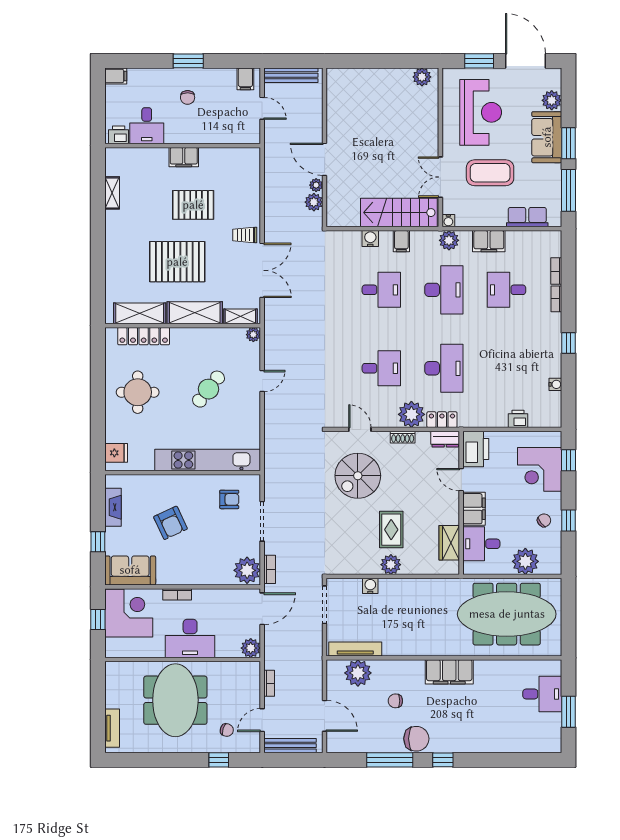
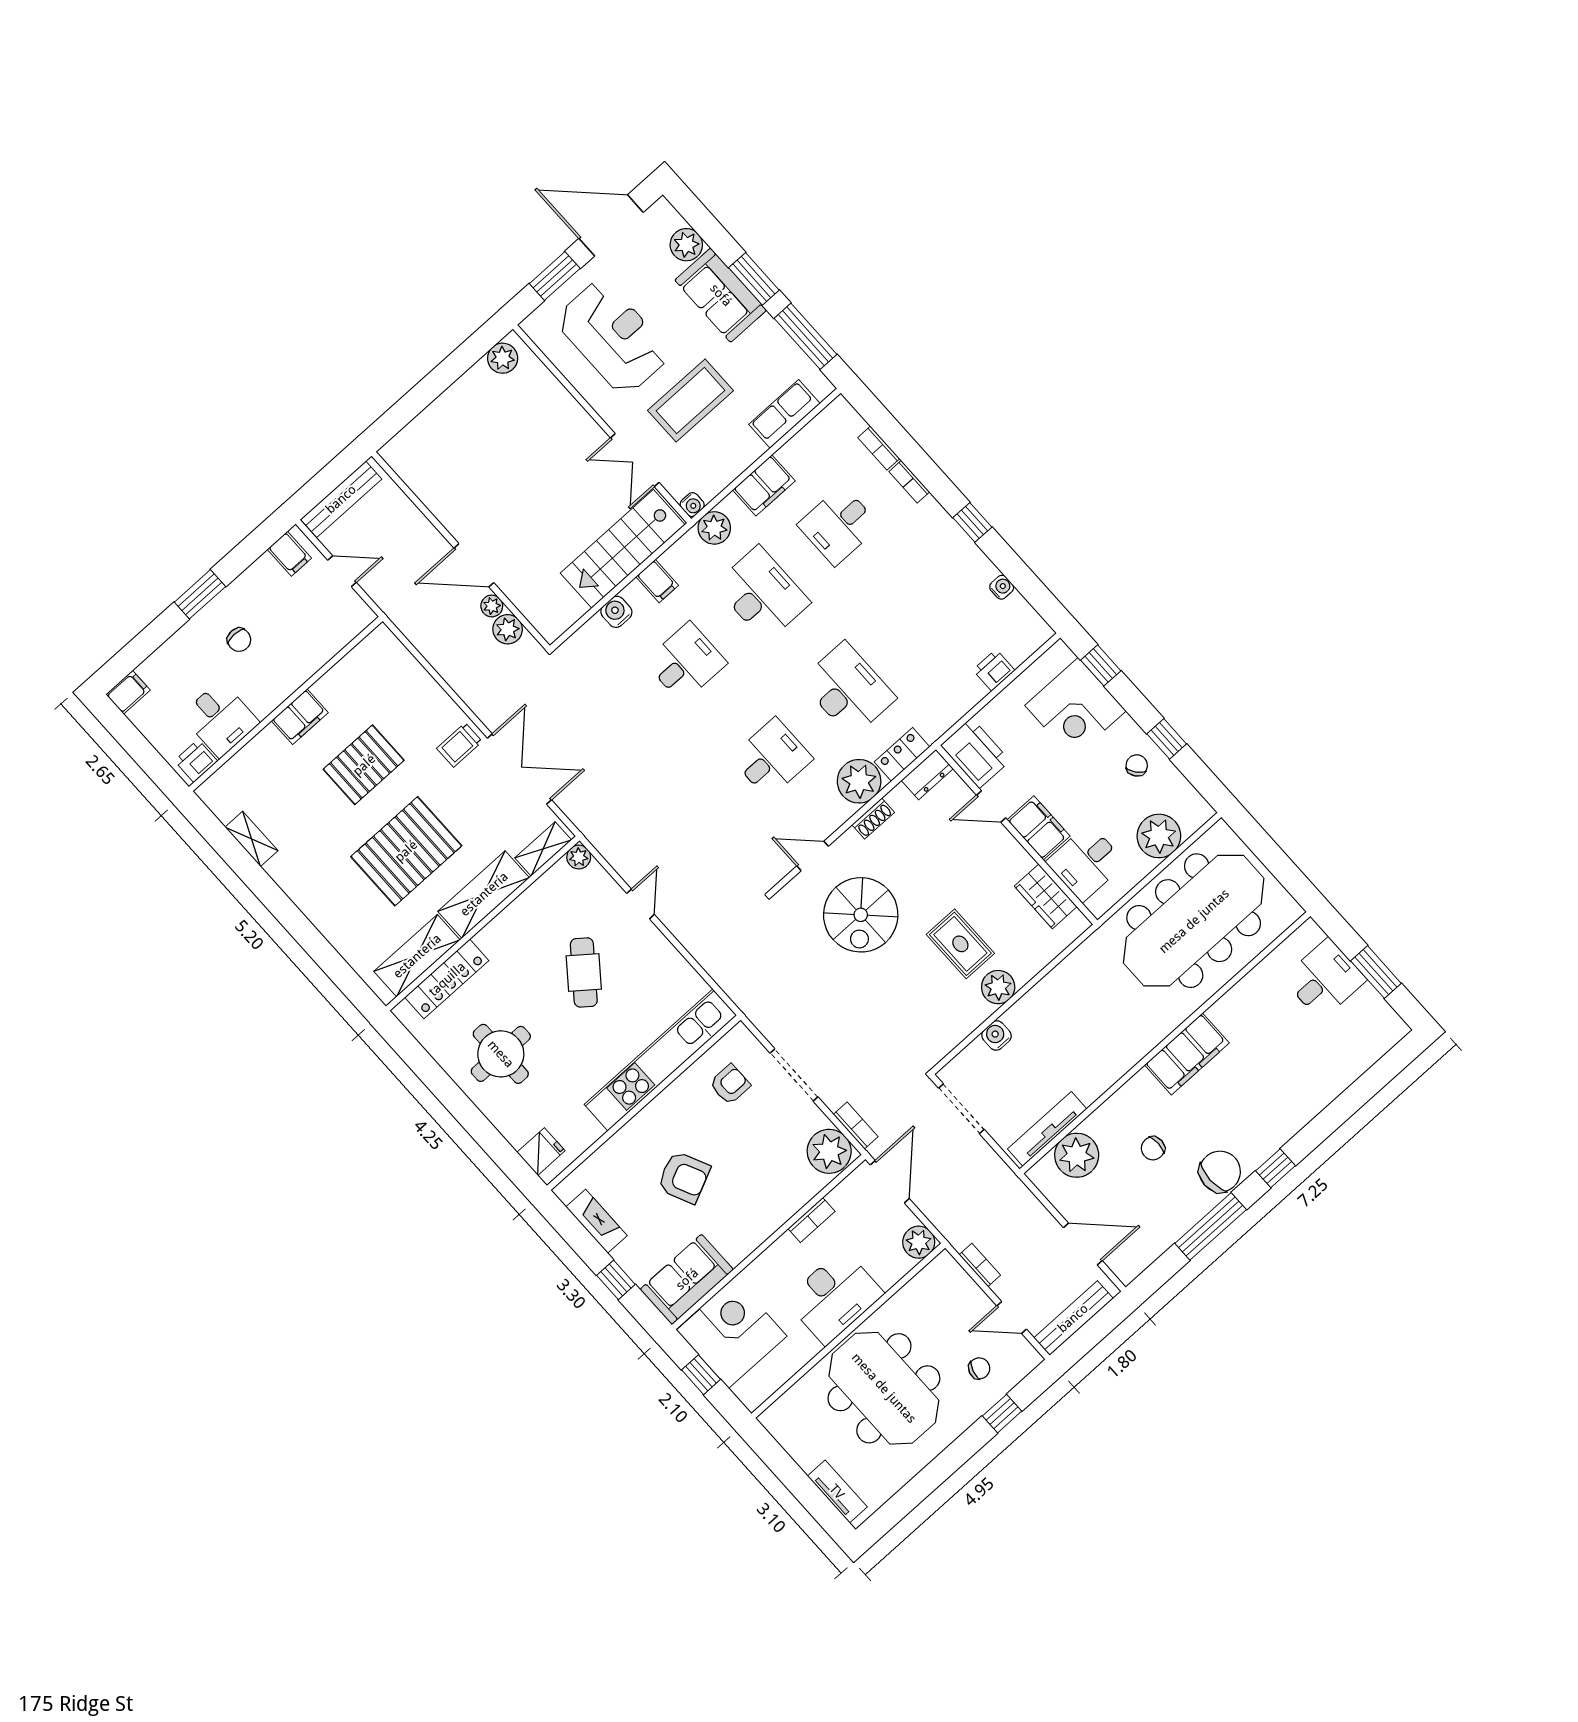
bookcase: (177, 594) -> (811, 1220), moved
door: (262, 720) -> (1012, 1317), hinge flipped

